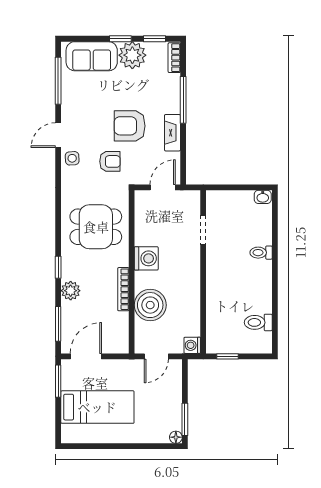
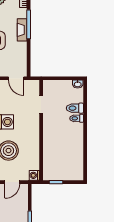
fireplace: (172, 133) -> (22, 30), moved
door: (163, 187) -> (16, 78), swing flipped
toilet: (258, 322) -> (75, 108), moved

